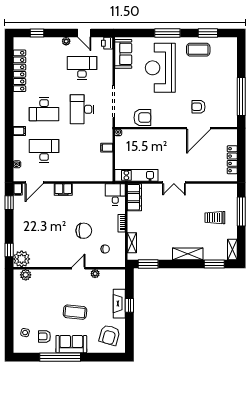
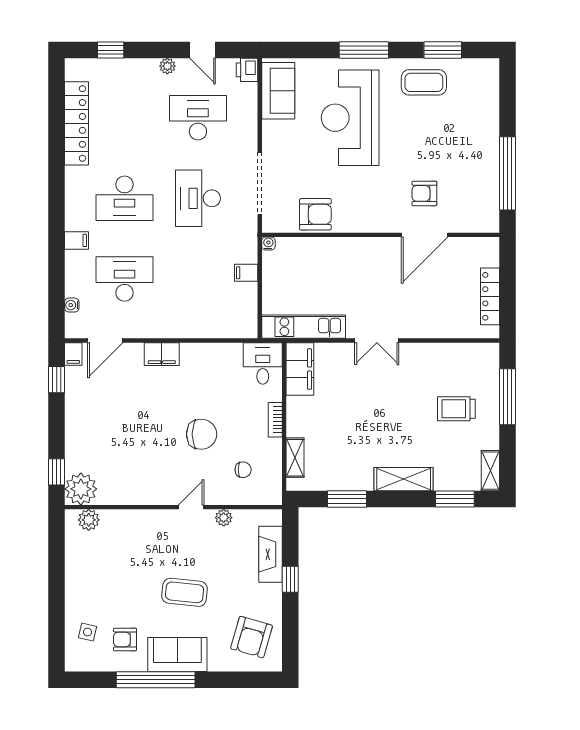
window: (148, 264) -> (347, 499), moved
fireplace: (119, 304) -> (271, 554), moved

